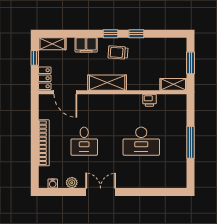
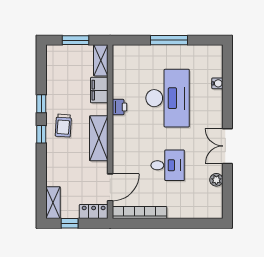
filing cabinet: (86, 45) -> (99, 90), moved, turned 180
printer: (149, 100) -> (119, 107), moved
desk: (141, 141) -> (168, 98), width x1.36, depth x1.30
bookcase: (44, 143) -> (140, 213), moved
water cooler: (53, 183) -> (217, 83), moved

